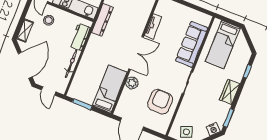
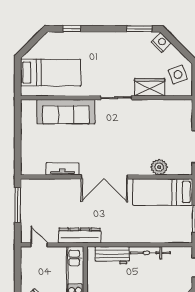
double door: (136, 53) -> (104, 177), swing flipped
plant: (132, 83) -> (159, 167), moved
wardrobe: (230, 92) -> (150, 87), moved, turned 180
armchair: (160, 102) -> (153, 123), removed

